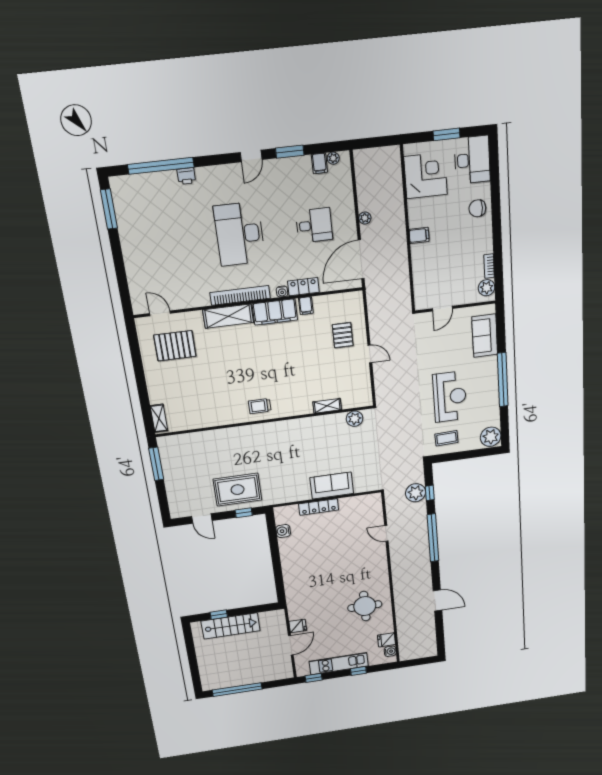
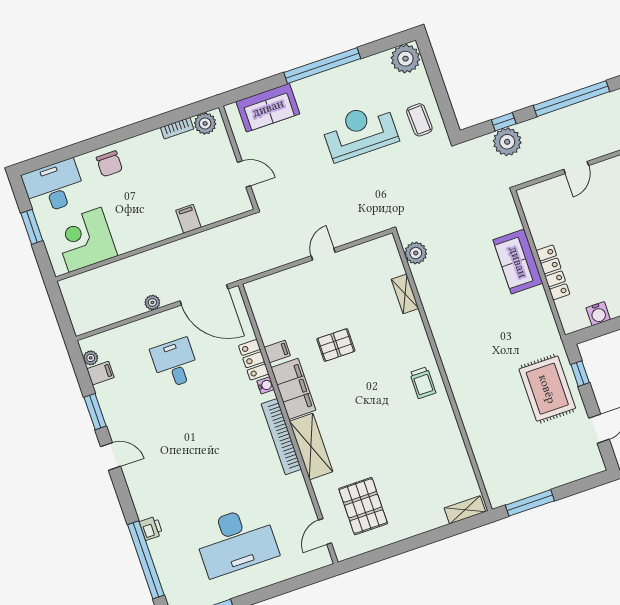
desk: (240, 234) -> (236, 541), moved
filing cabinet: (419, 235) -> (188, 219), moved
pallet: (343, 335) -> (336, 345), moved

